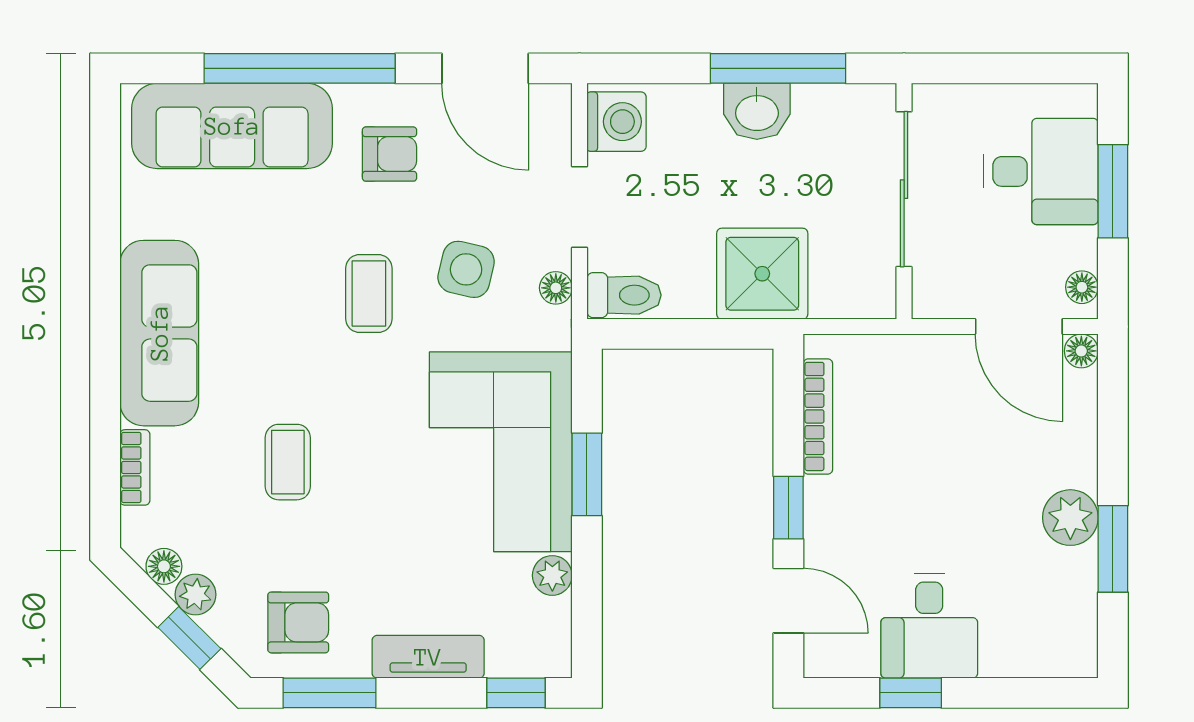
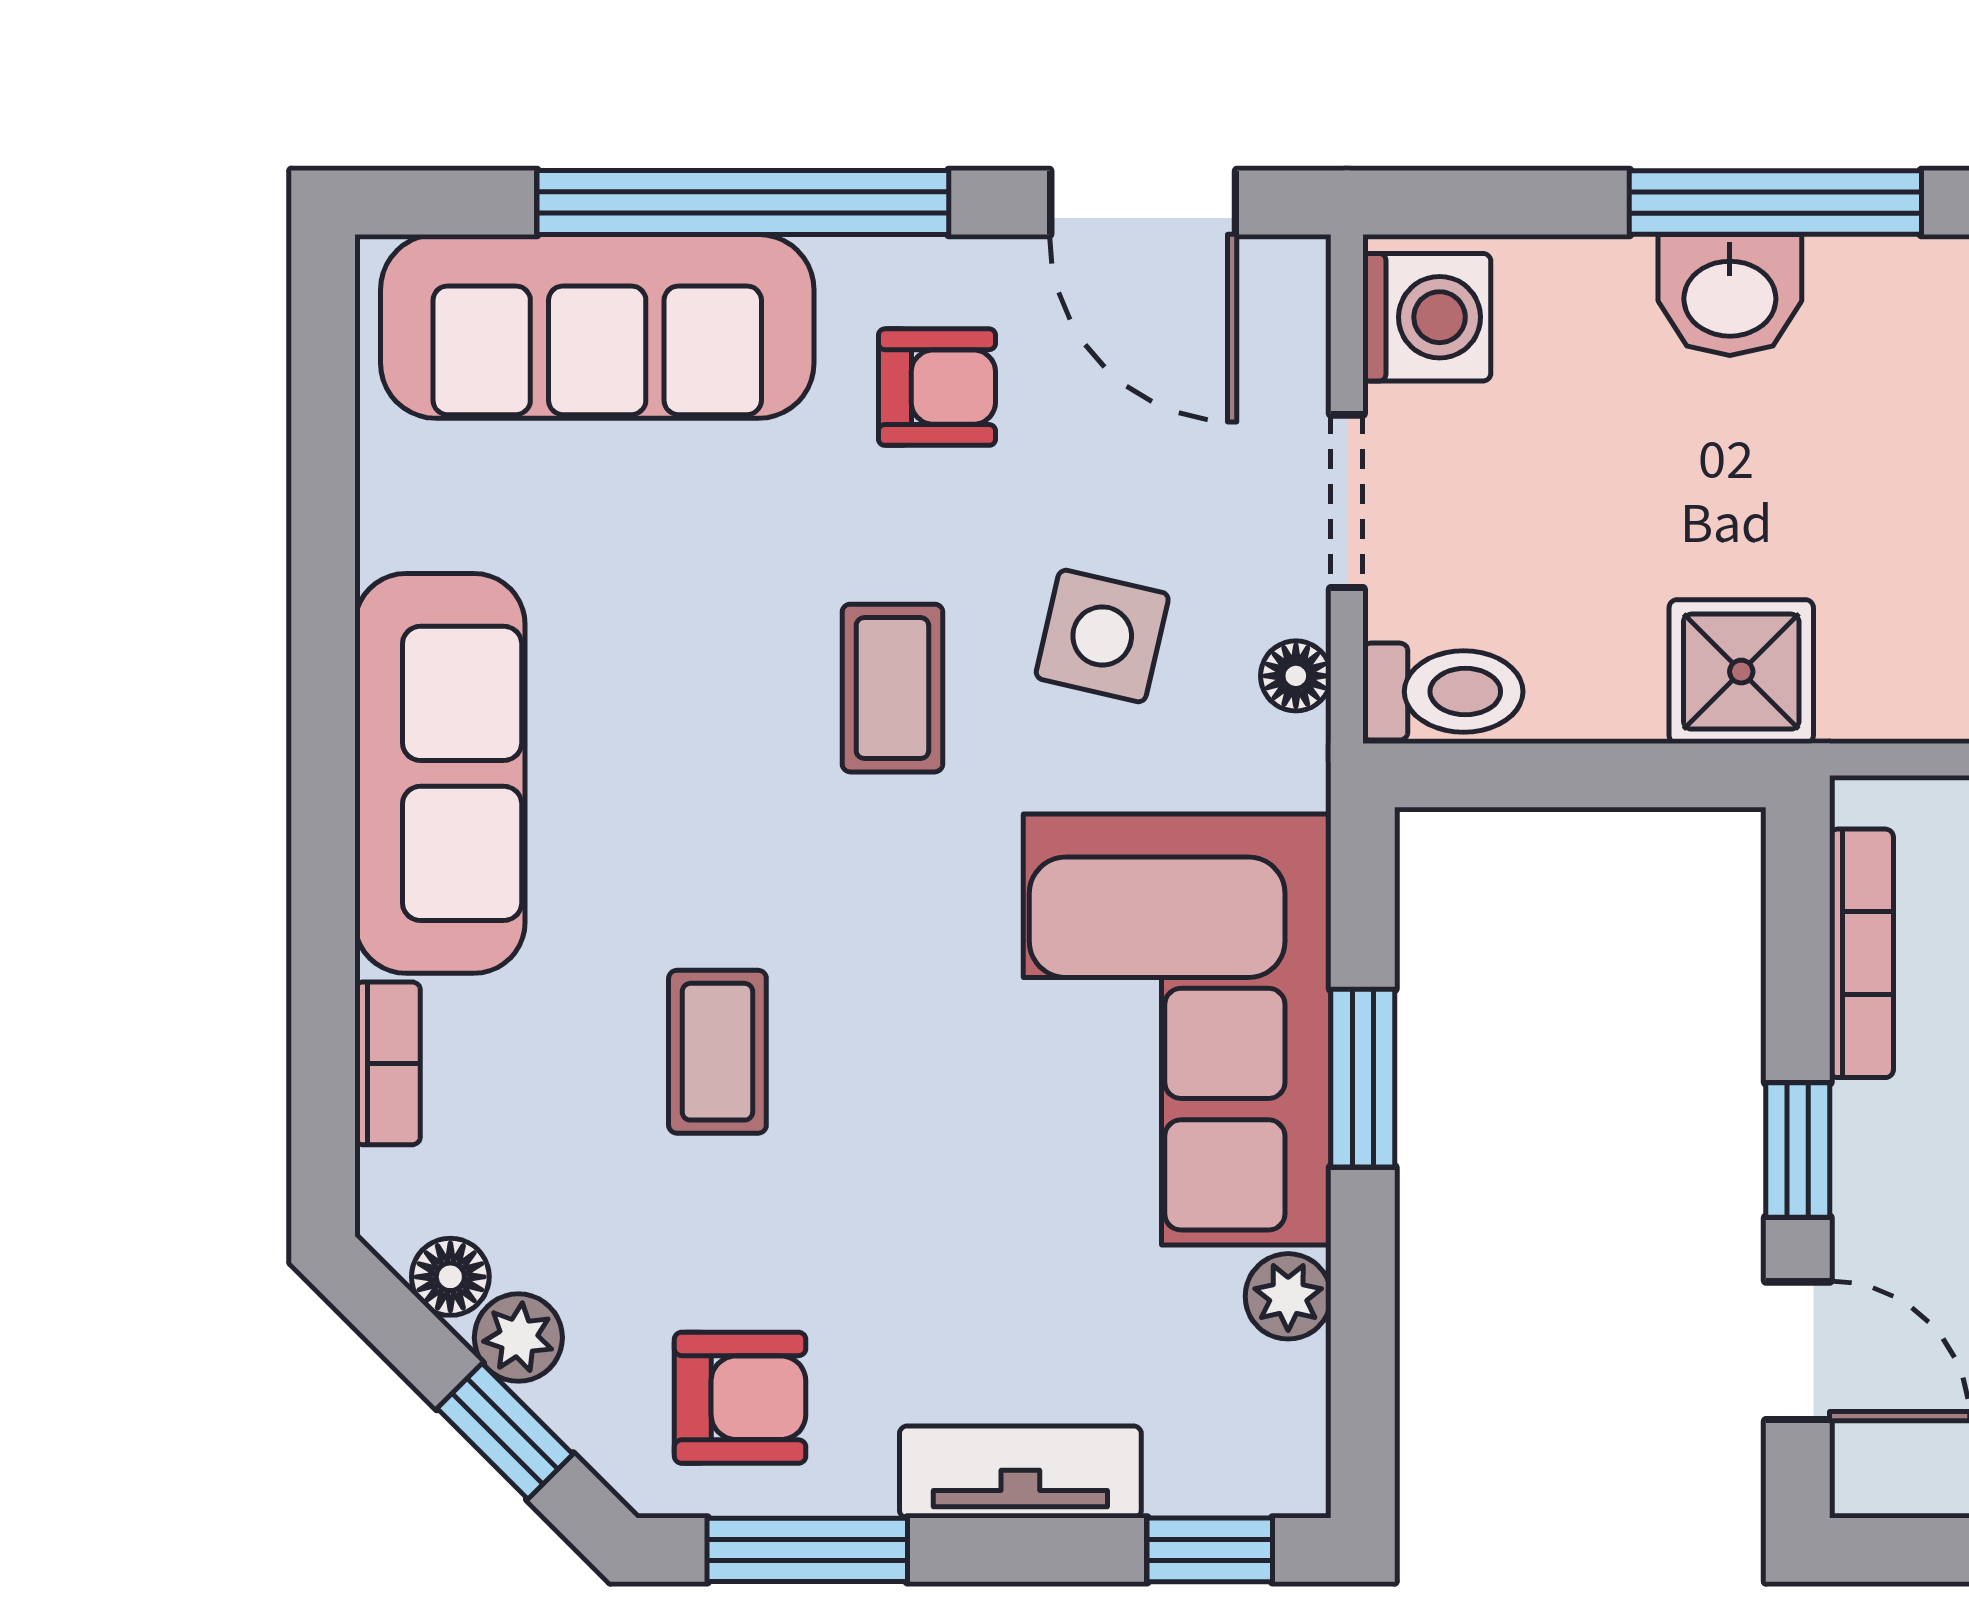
shower: (762, 274) -> (1741, 672), width x0.73, depth x0.73

